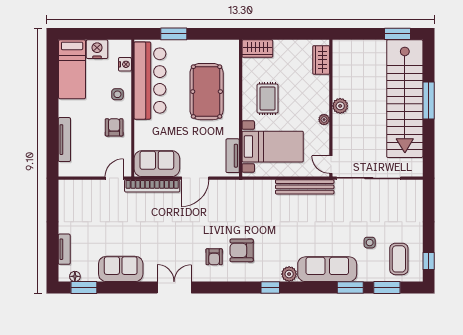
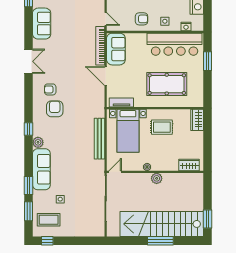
bench: (305, 187) -> (99, 139), moved

